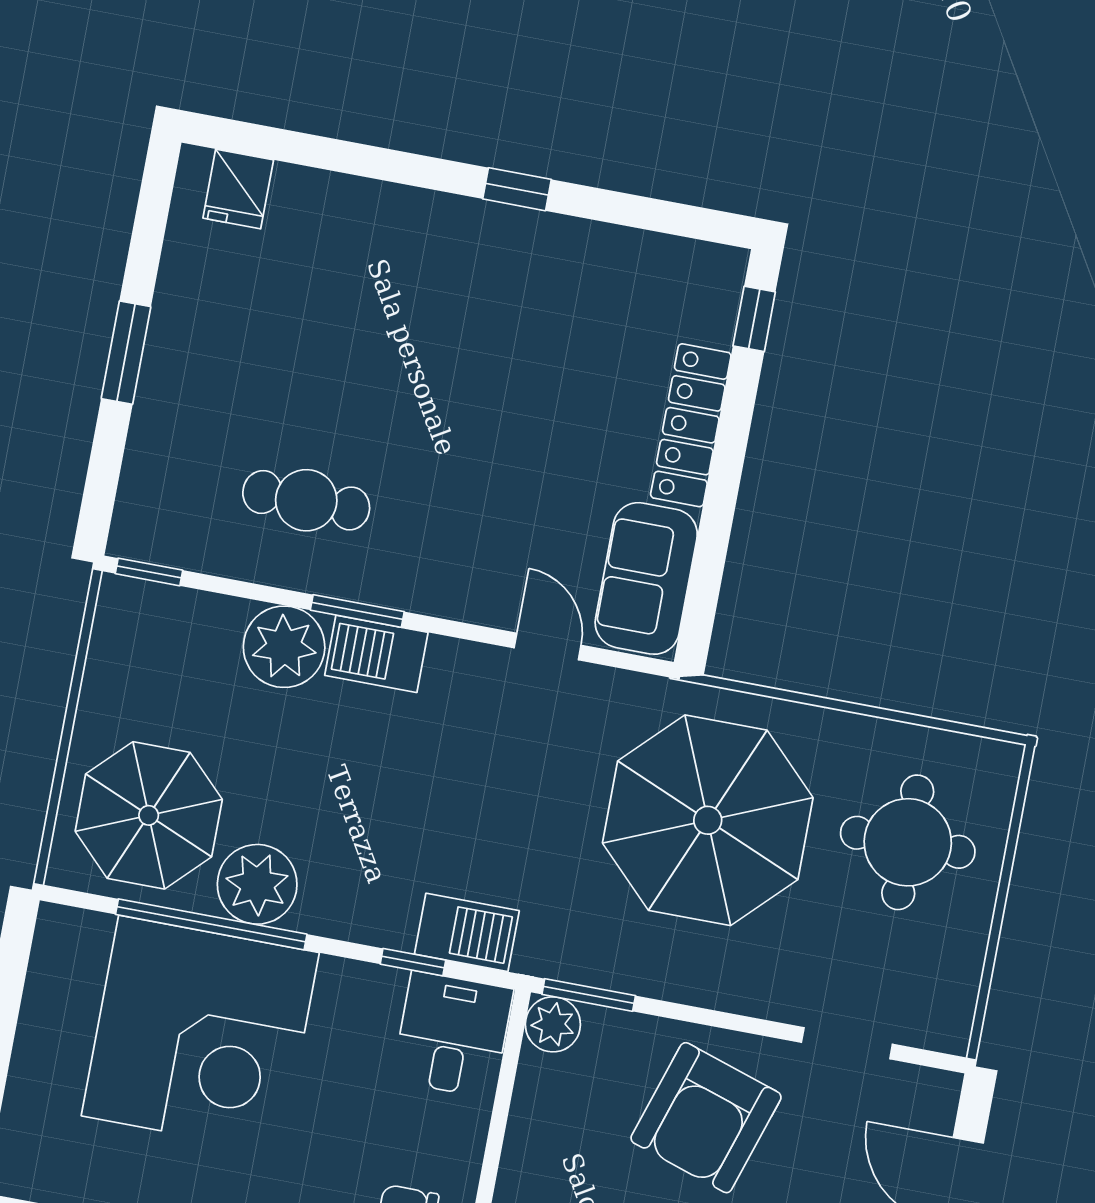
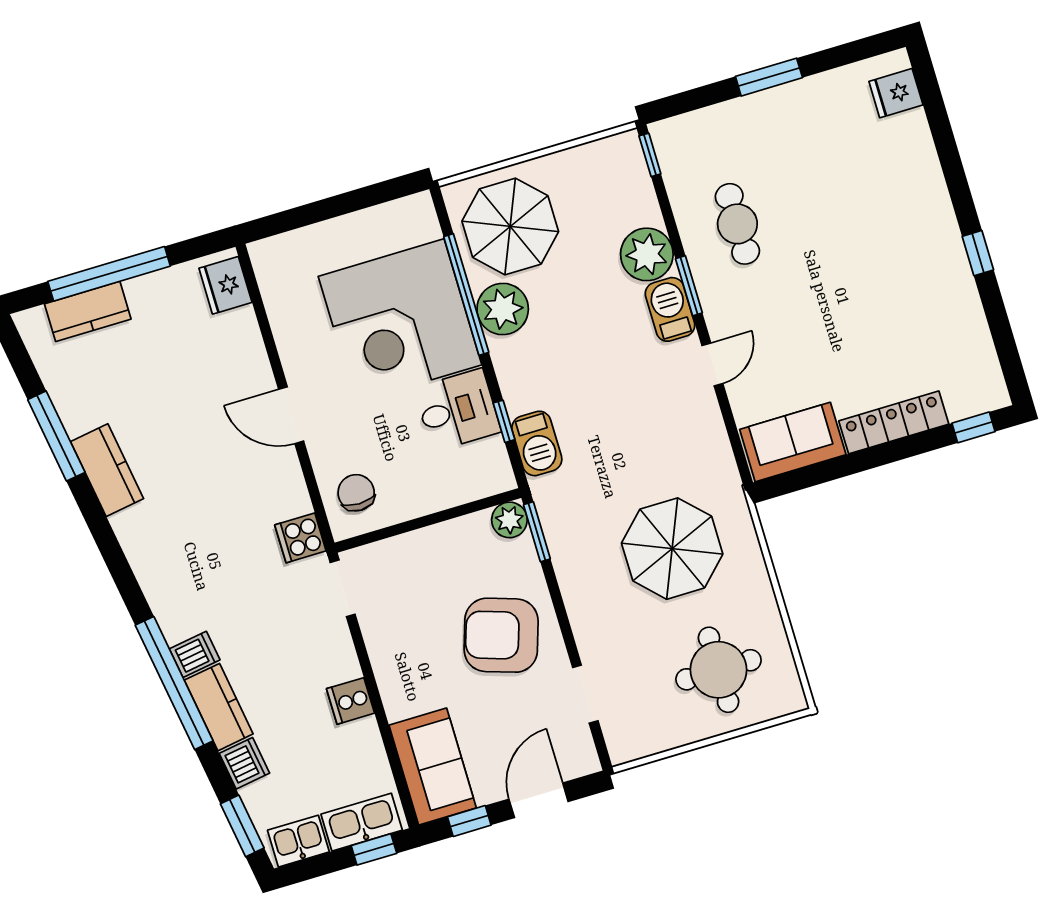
door: (548, 647) -> (712, 364), moved
parasol: (708, 820) -> (672, 549), width x0.73, depth x0.73
desk: (453, 1035) -> (457, 410), moved

